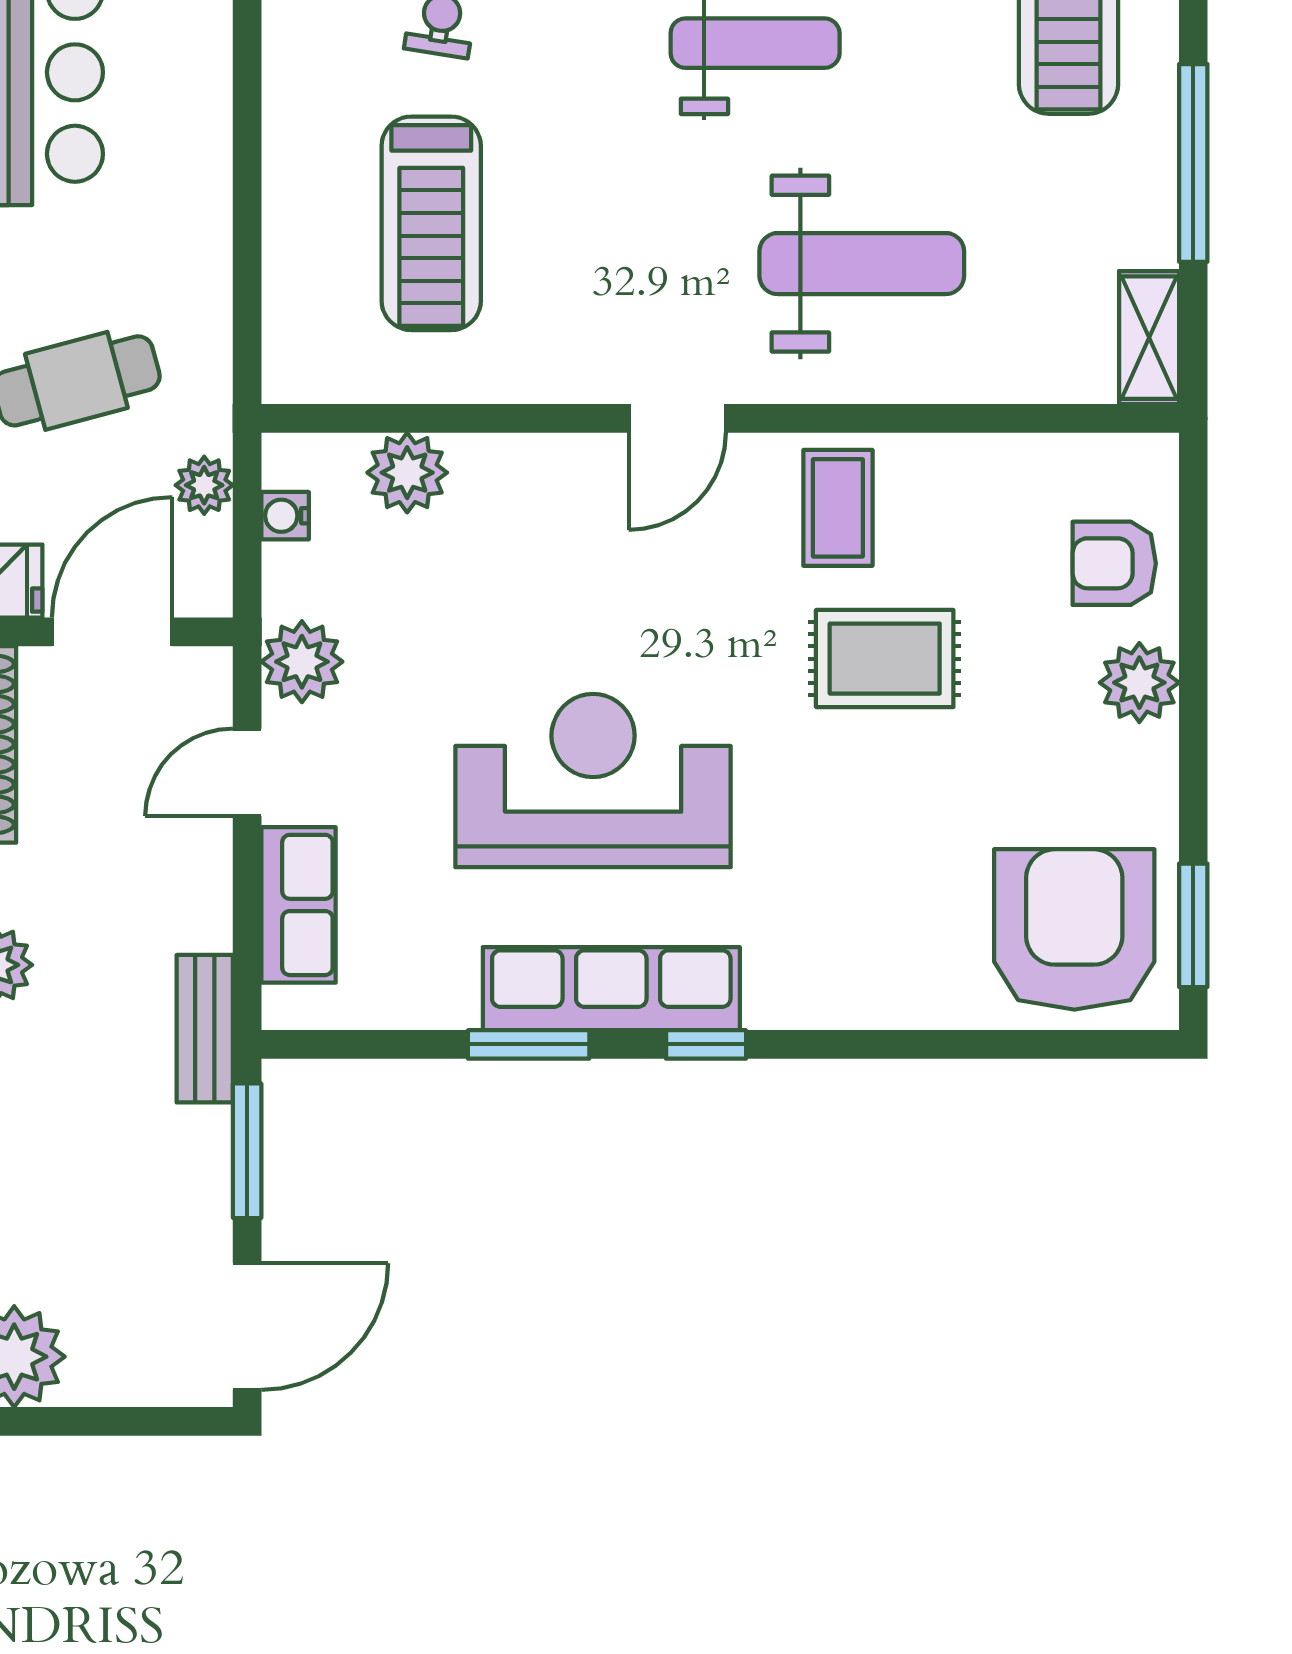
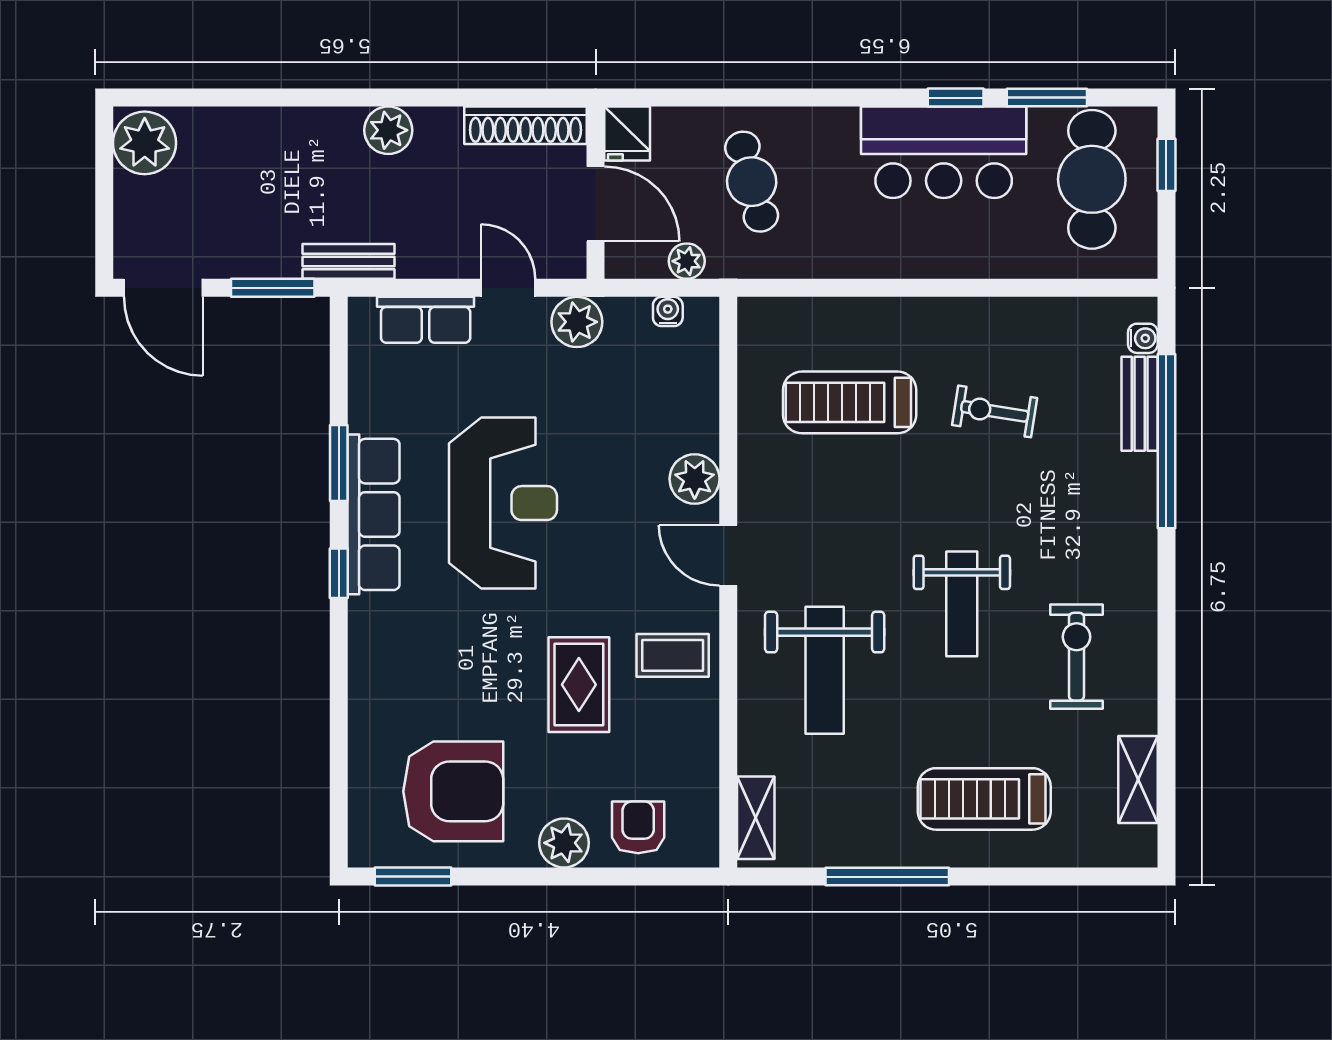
shelving: (1149, 338) -> (756, 818), moved, turned 90
plant: (407, 473) -> (695, 479), moved
armchair: (1074, 929) -> (453, 791), moved

